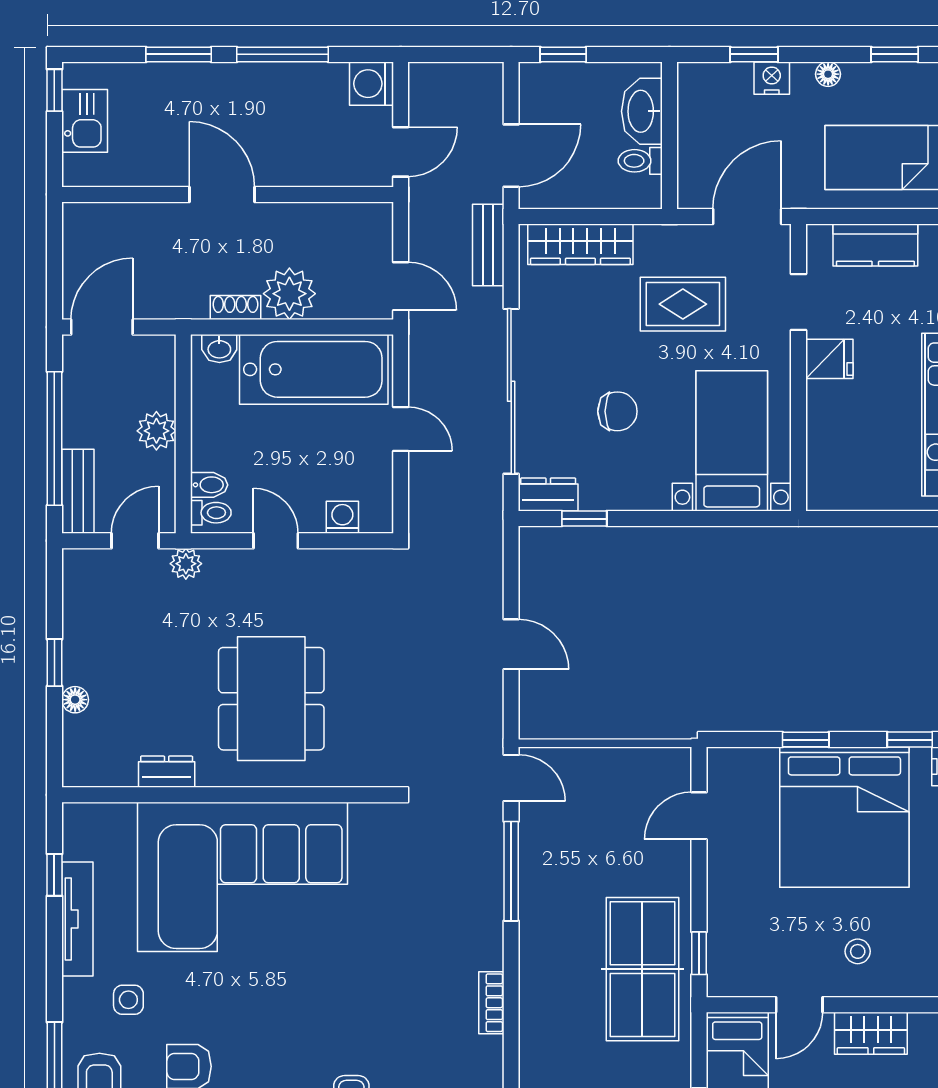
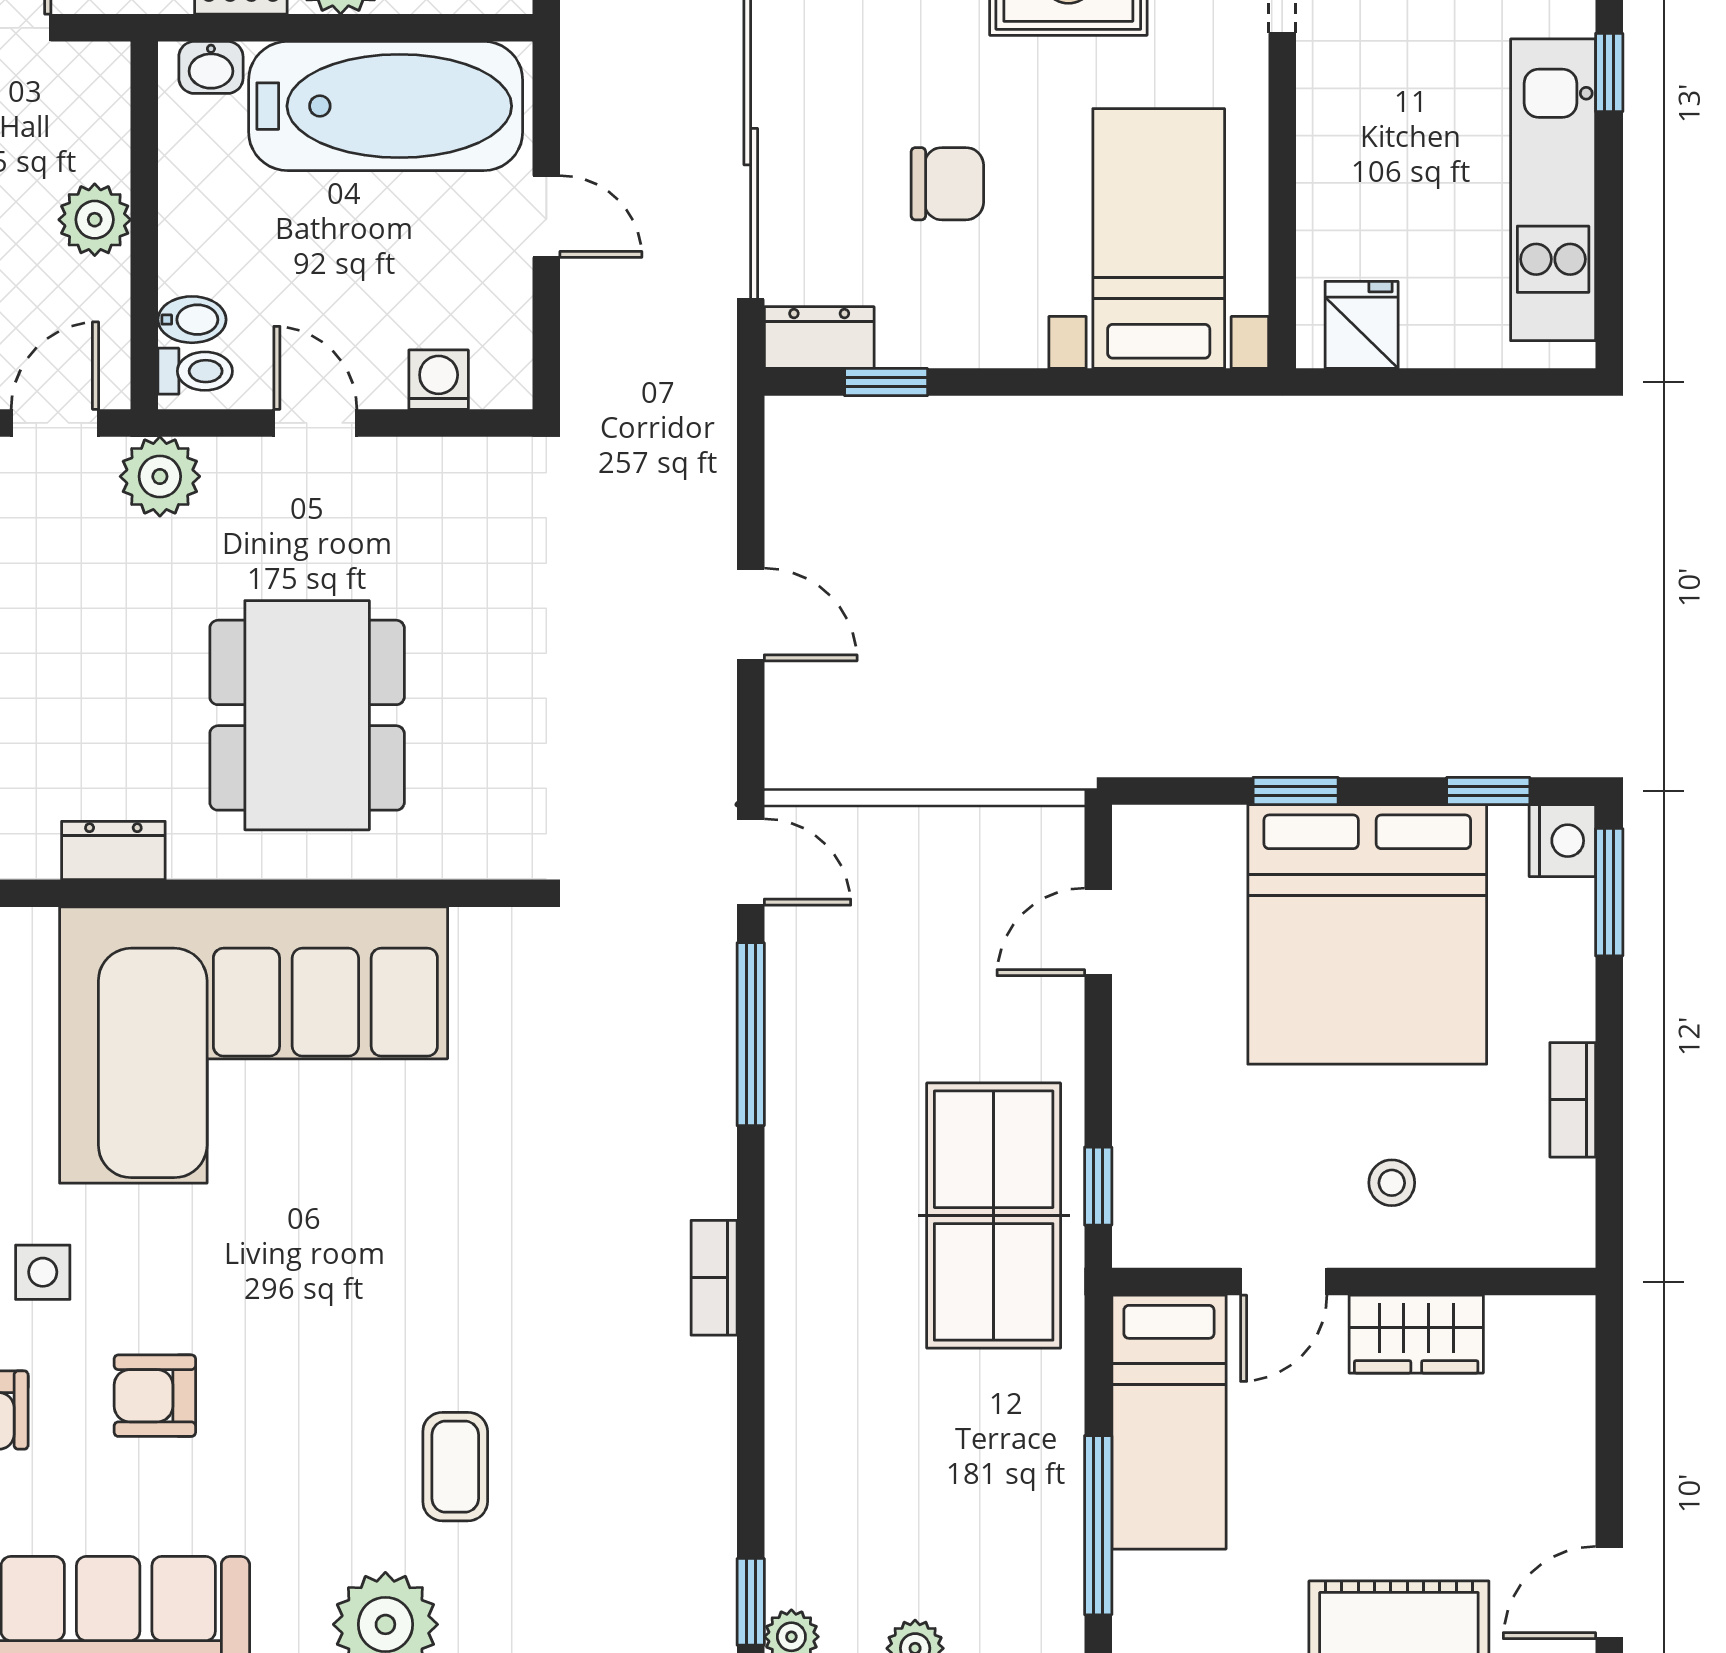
fridge: (829, 359) -> (1362, 325), moved, turned -90
plant: (186, 564) -> (160, 476), width x1.38, depth x1.38

